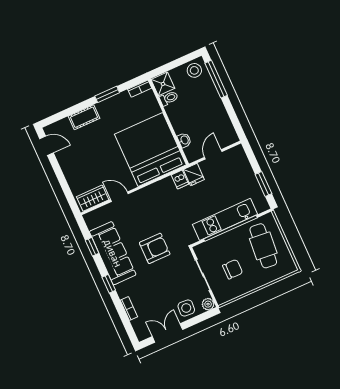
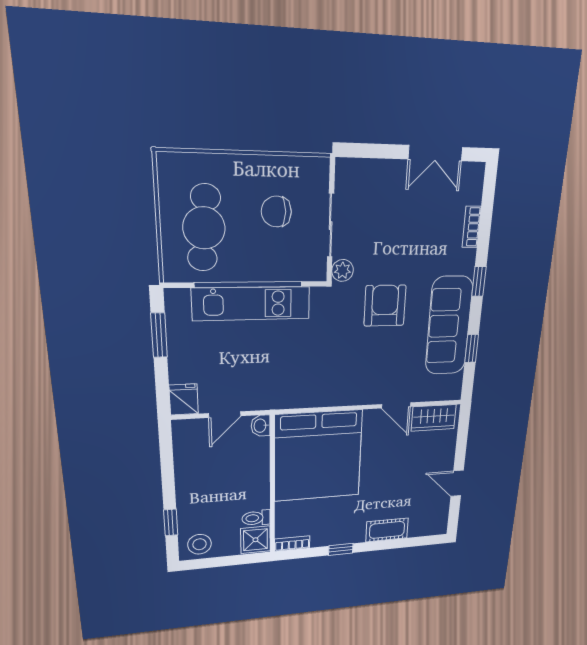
window: (216, 79) -> (171, 522), width x0.46
window: (107, 94) -> (341, 549), width x0.67
washbasin: (184, 140) -> (261, 426), moved
door: (46, 146) -> (457, 483), moved
fridge: (194, 175) -> (184, 399), moved
dishwasher: (180, 179) -> (295, 396), removed
armchair: (155, 248) -> (385, 306), turned 90
plant: (208, 304) -> (343, 270), moved
side table: (186, 308) -> (385, 182), removed

